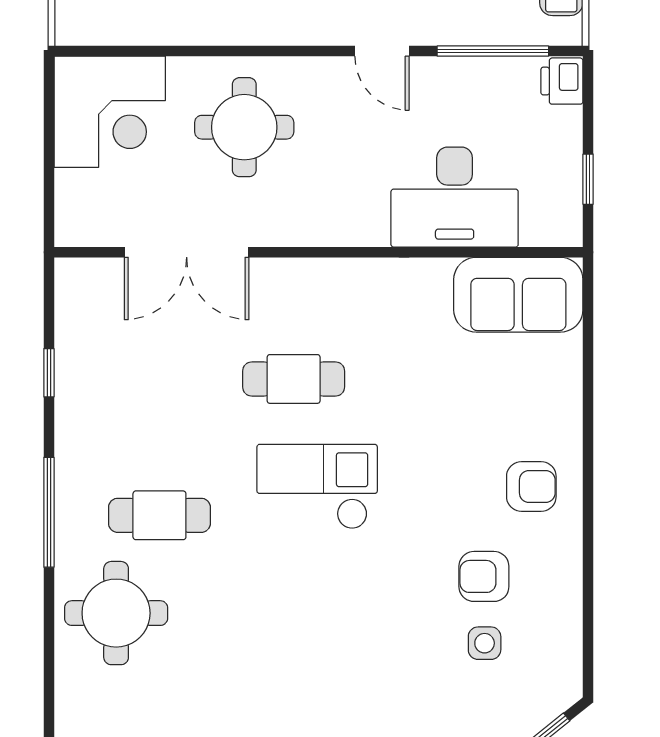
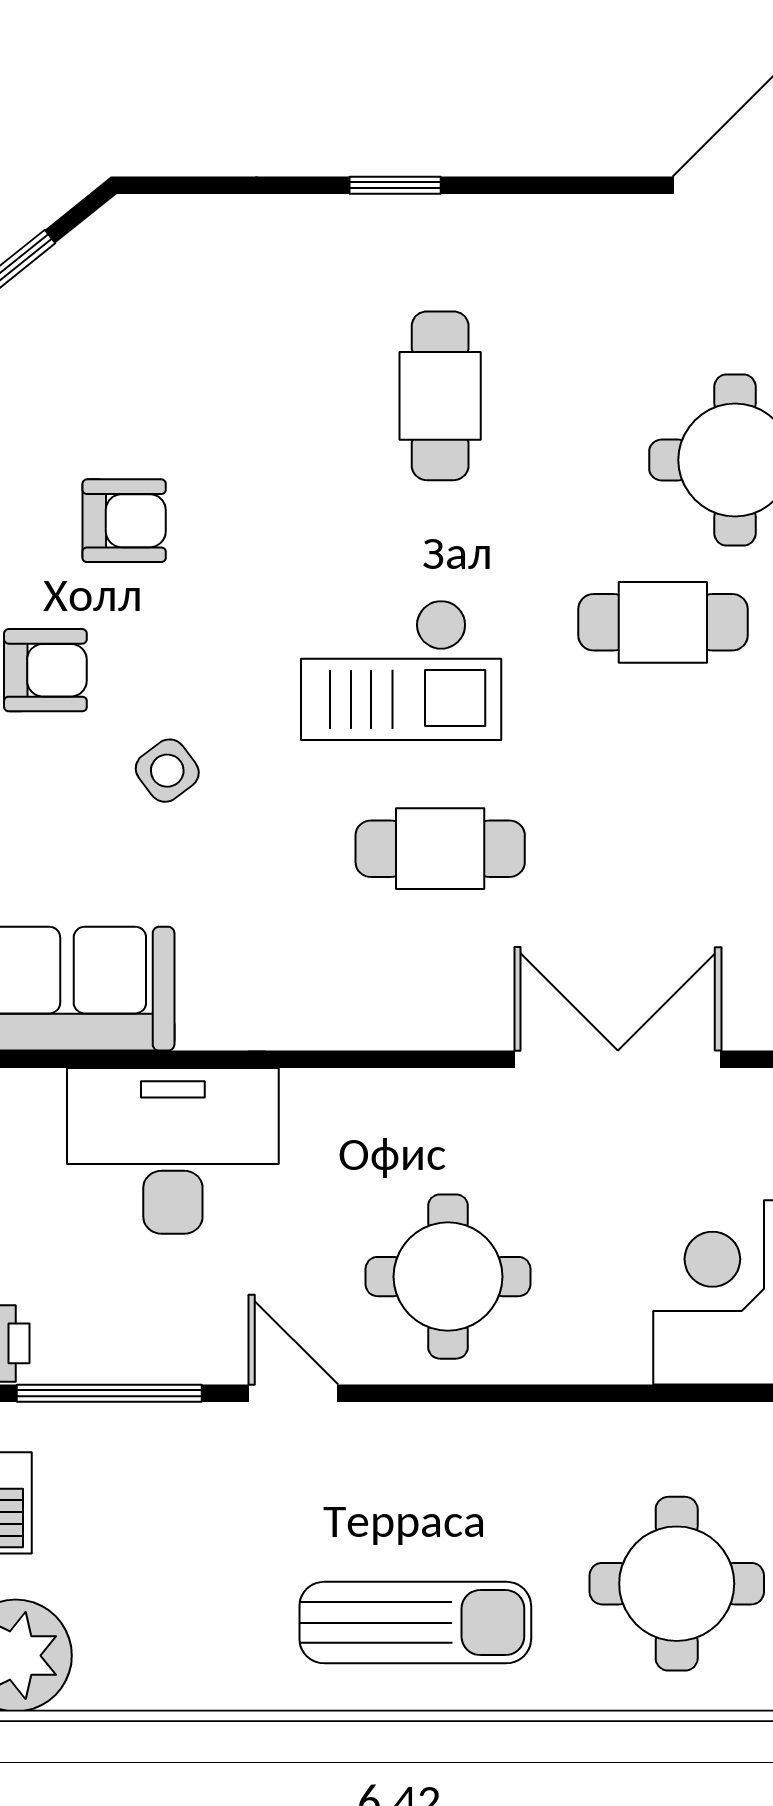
round table: (244, 127) -> (448, 1277), moved
armchair: (531, 486) -> (45, 670), turned 180
side table: (485, 643) -> (167, 771), moved, turned -37
cafe table: (294, 652) -> (440, 396), added

